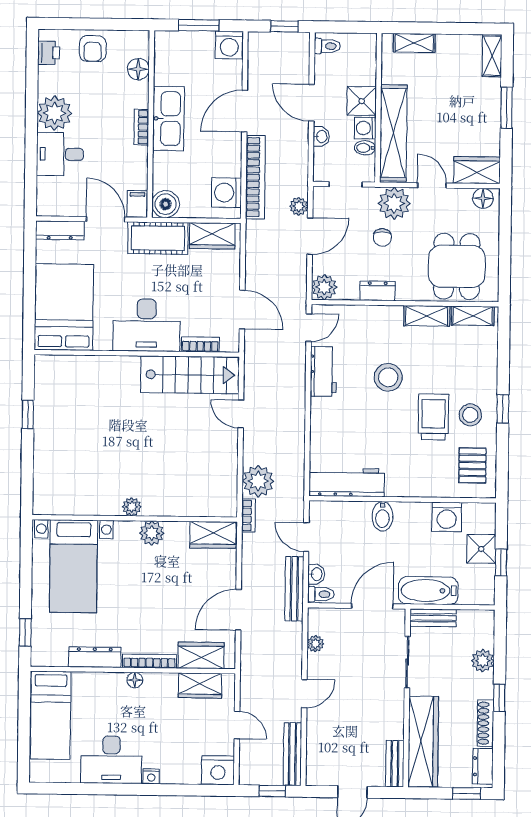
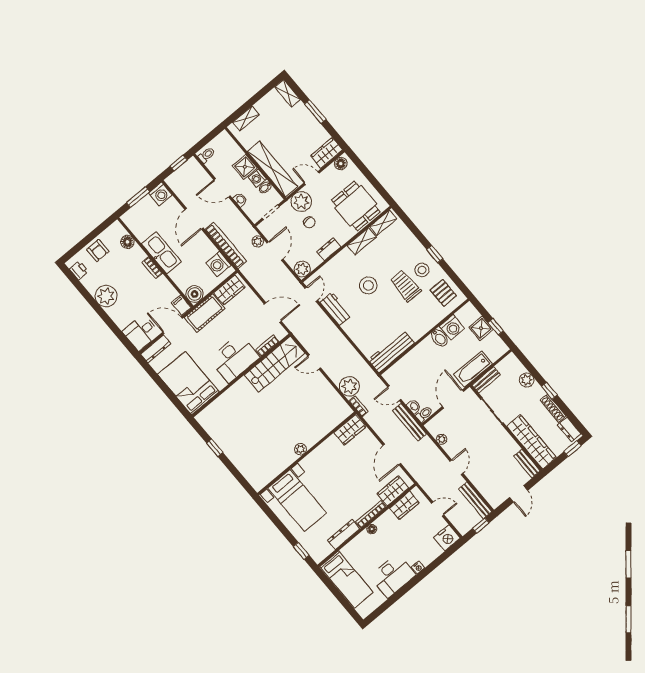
desk: (60, 154) -> (141, 332), moved
bidet: (382, 516) -> (439, 338), moved
plant: (152, 533) -> (321, 454), removed

